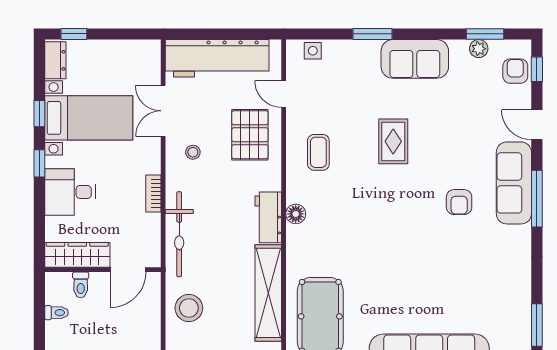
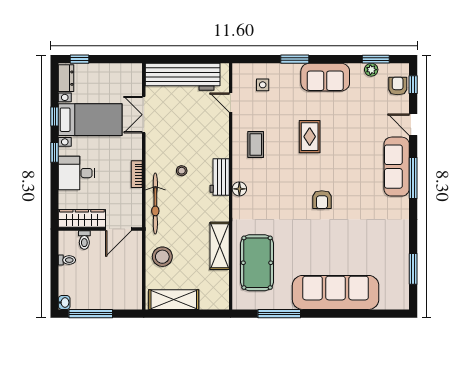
side table: (313, 51) -> (263, 85), moved
pallet: (250, 135) -> (206, 132), removed
stool: (193, 152) -> (182, 171), moved
armchair: (459, 202) -> (322, 200), moved
workbench: (268, 217) -> (220, 177), moved
shelving: (268, 293) -> (220, 246), width x0.68

